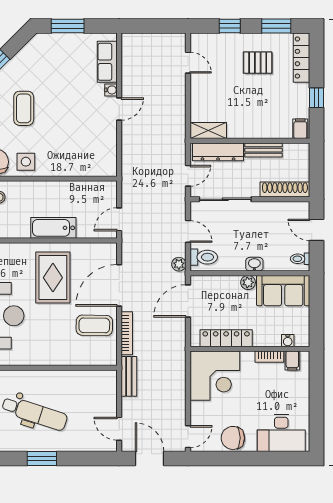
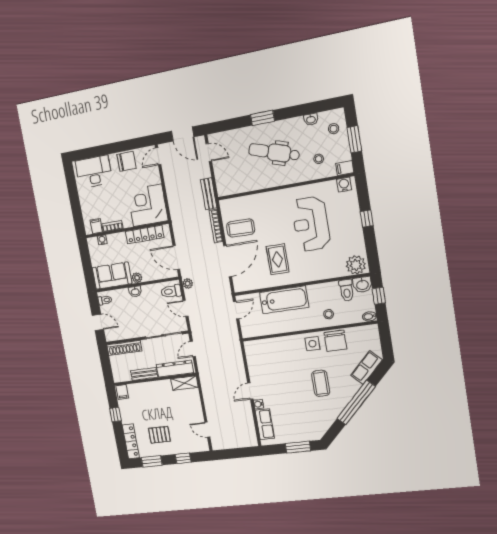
bathtub: (53, 228) -> (284, 300), width x1.36, depth x1.36
rug: (53, 278) -> (278, 259), width x0.73, depth x0.70
door: (188, 301) -> (176, 257), swing flipped

